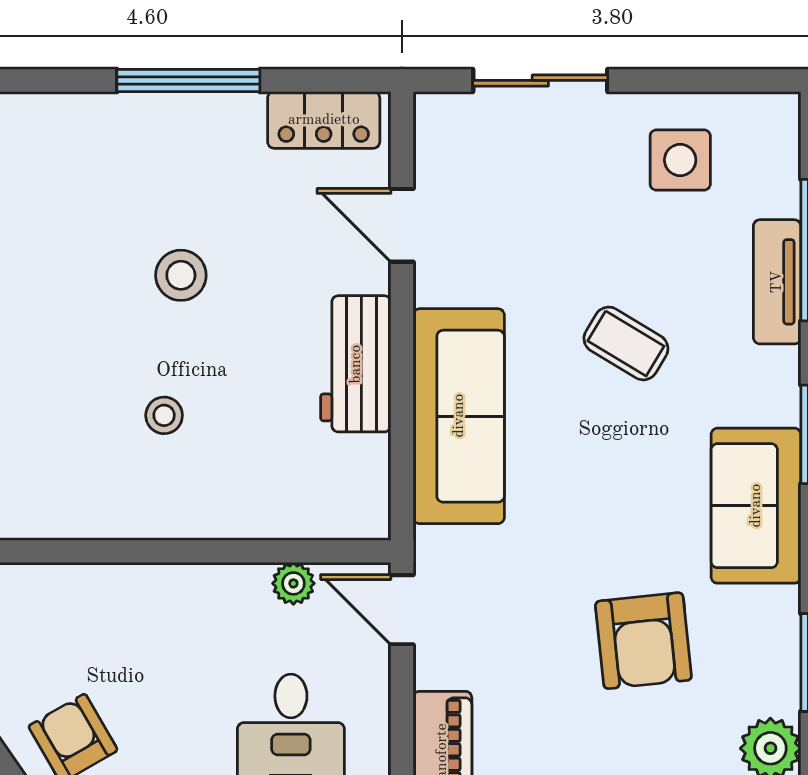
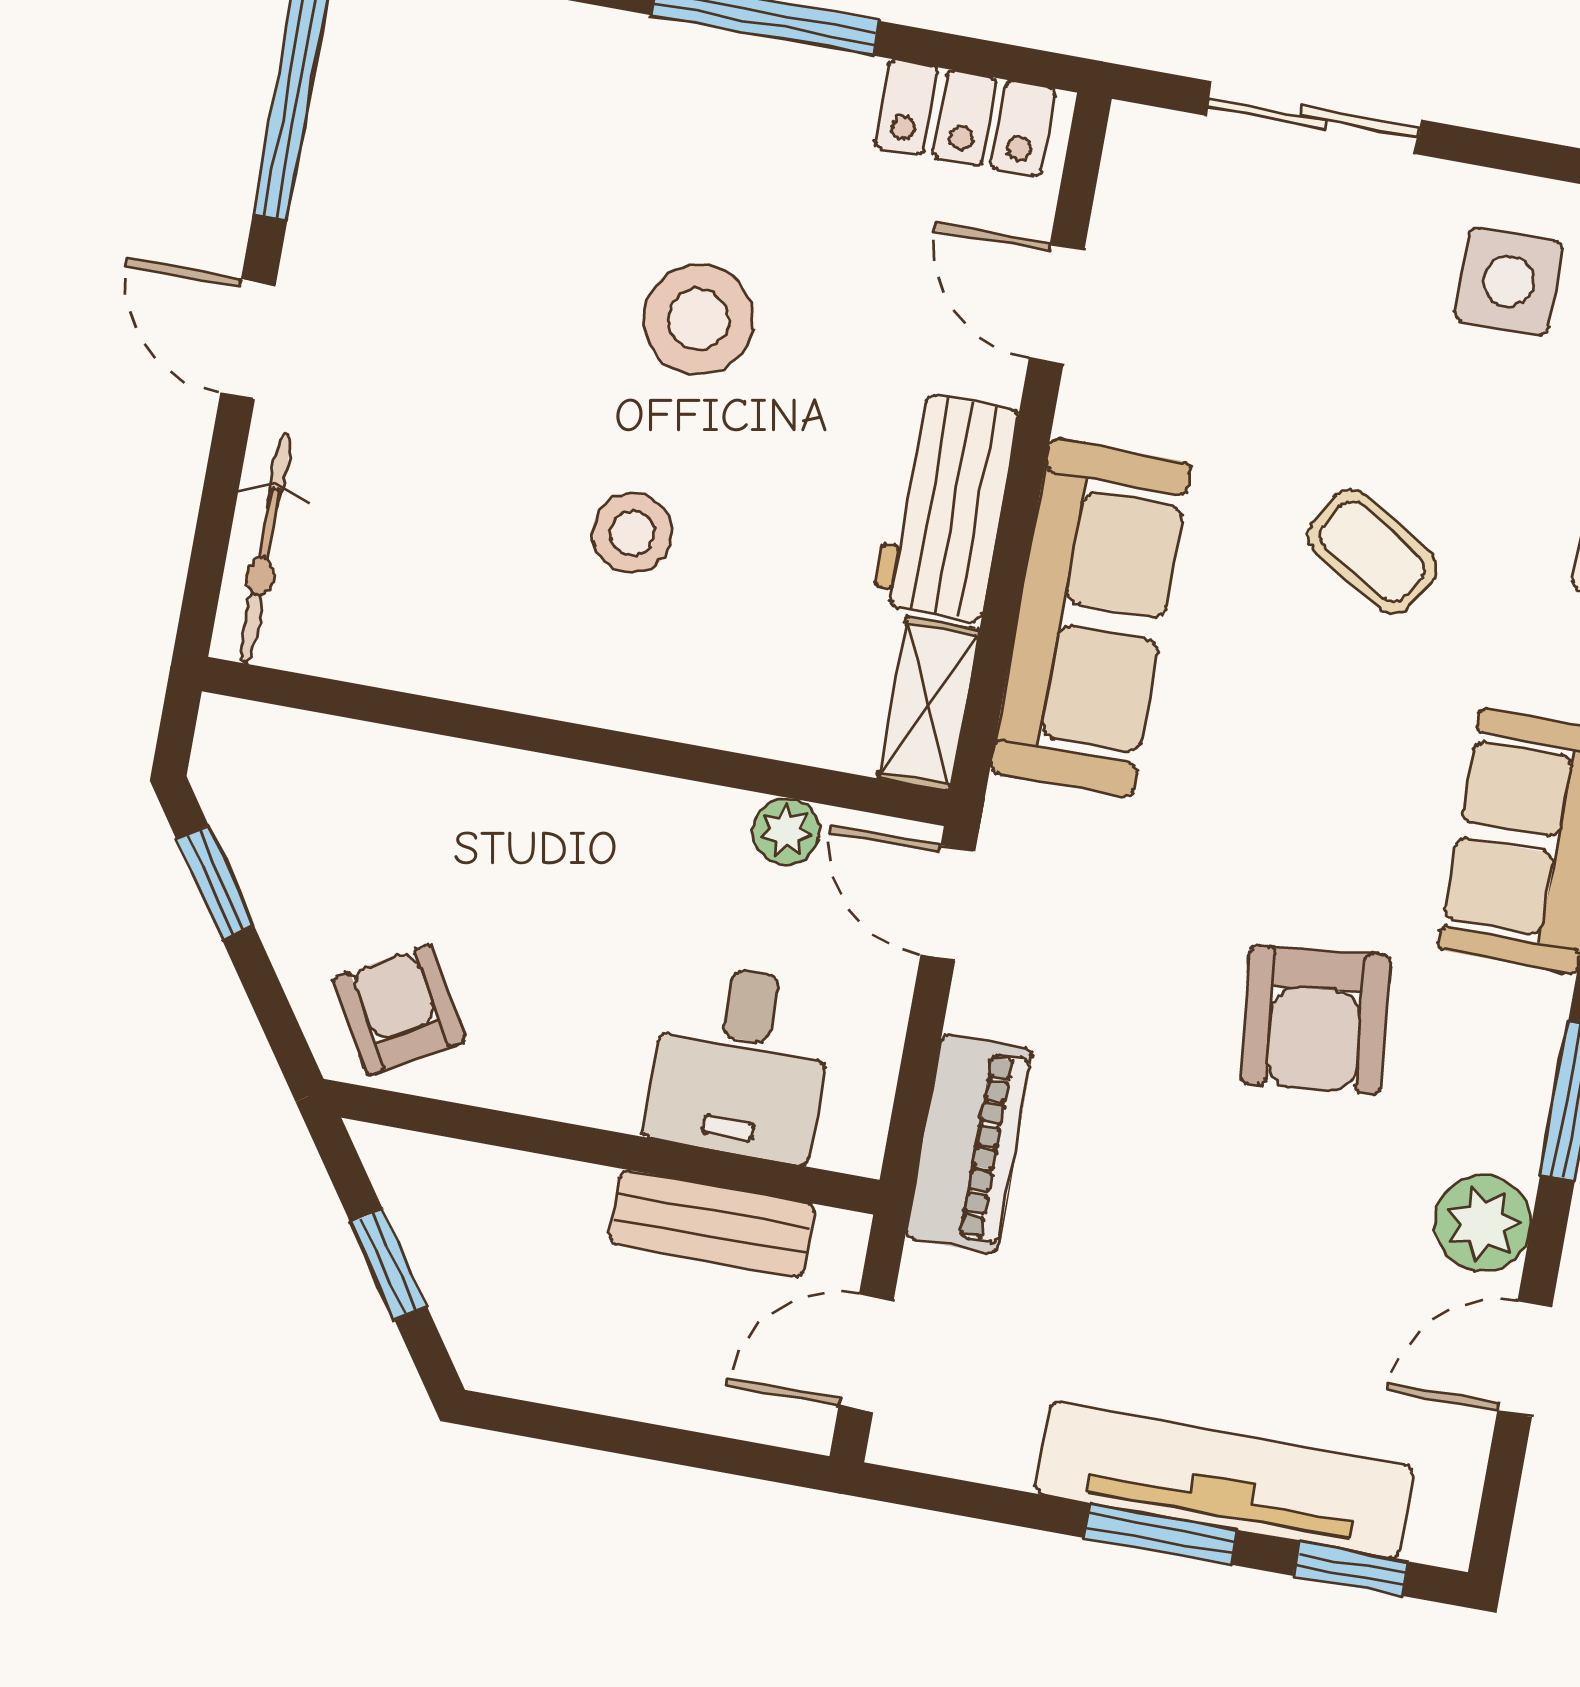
stool: (181, 275) -> (698, 319), width x1.38, depth x1.38
stool: (164, 415) -> (632, 533), width x1.37, depth x1.37
shelving: (367, 488) -> (929, 704), added

